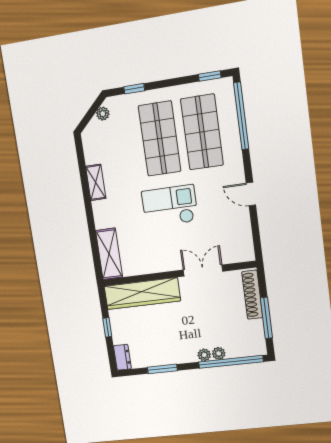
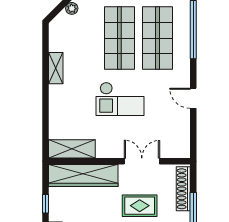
checkout: (170, 206) -> (120, 99), turned 180
shelving: (109, 254) -> (72, 149), moved, turned 90
rug: (207, 318) -> (140, 206), added

